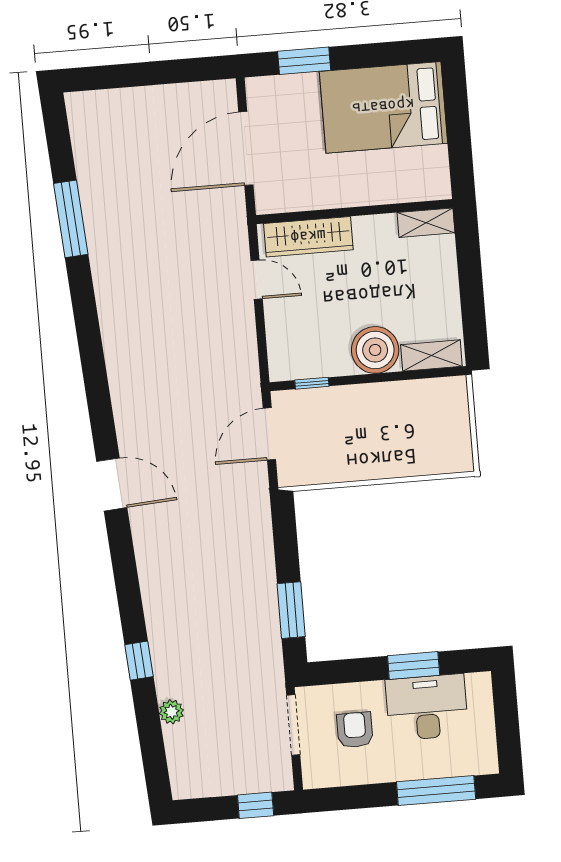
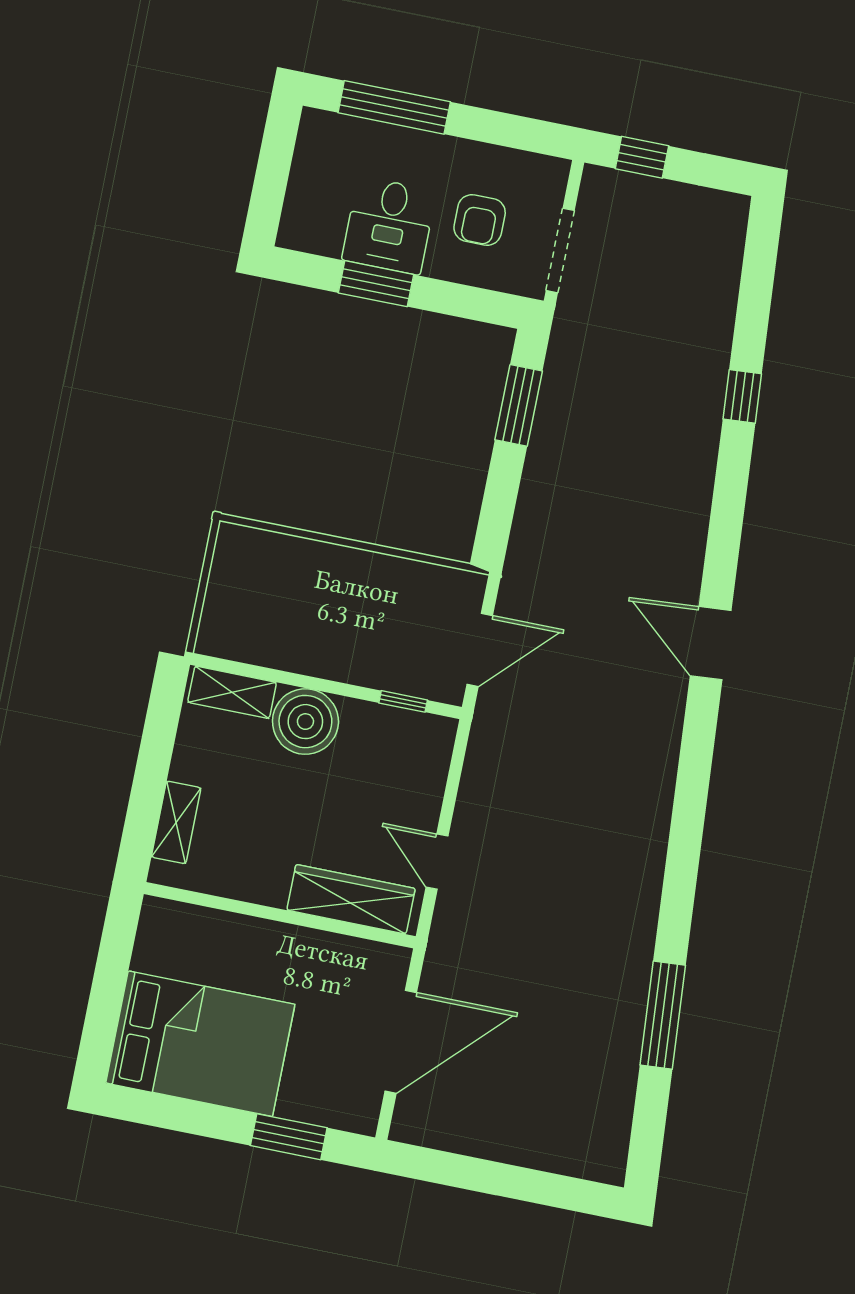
shelving: (426, 223) -> (176, 822), moved, turned 90
desk: (427, 707) -> (389, 225), width x0.73
plant: (171, 712) -> (719, 315), removed

